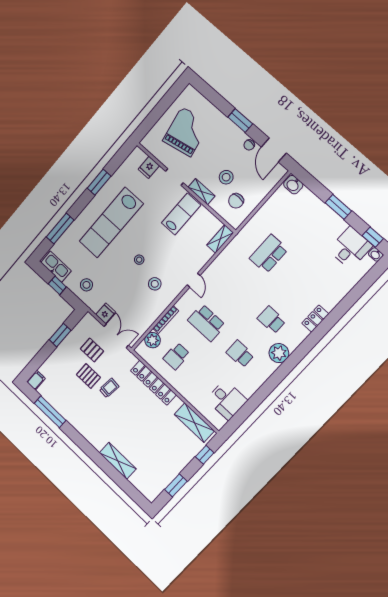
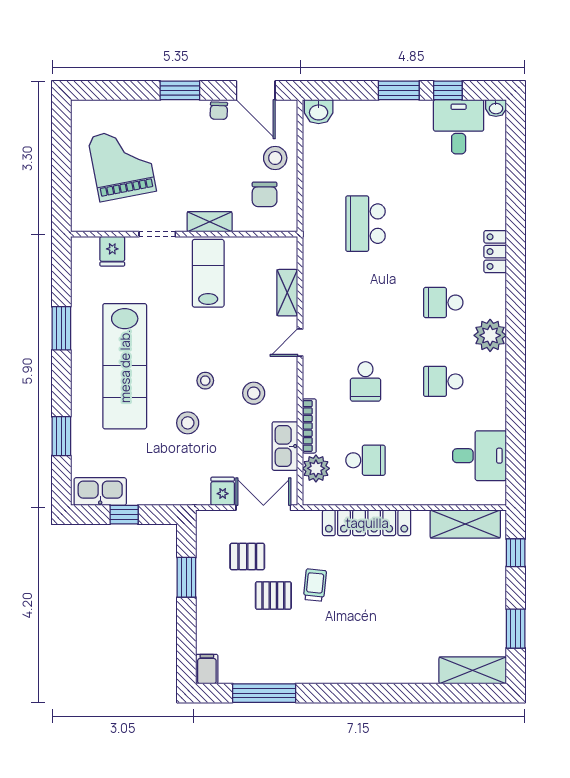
stool: (226, 177) -> (275, 158), moved
window: (60, 229) -> (61, 436), width x0.69
window: (373, 237) -> (448, 90), moved
shelving: (220, 239) -> (287, 293), moved
door: (194, 280) -> (300, 343), swing flipped
stool: (86, 285) -> (188, 423), moved
kitchen sink: (148, 319) -> (285, 446), added
school desk: (207, 323) -> (365, 381), width x0.54
school desk: (176, 356) -> (365, 460), turned -90
shelving: (118, 461) -> (473, 670), moved

